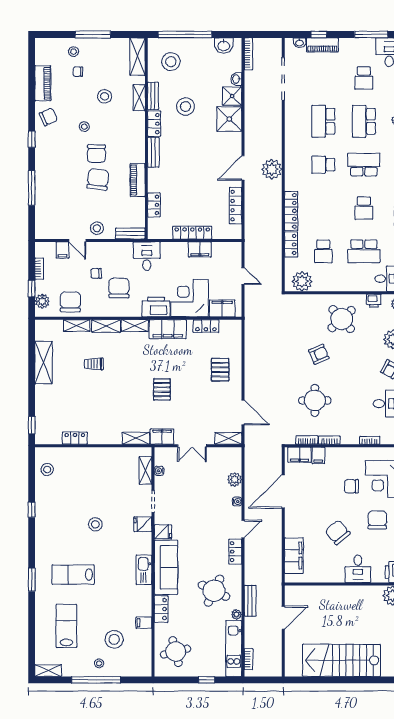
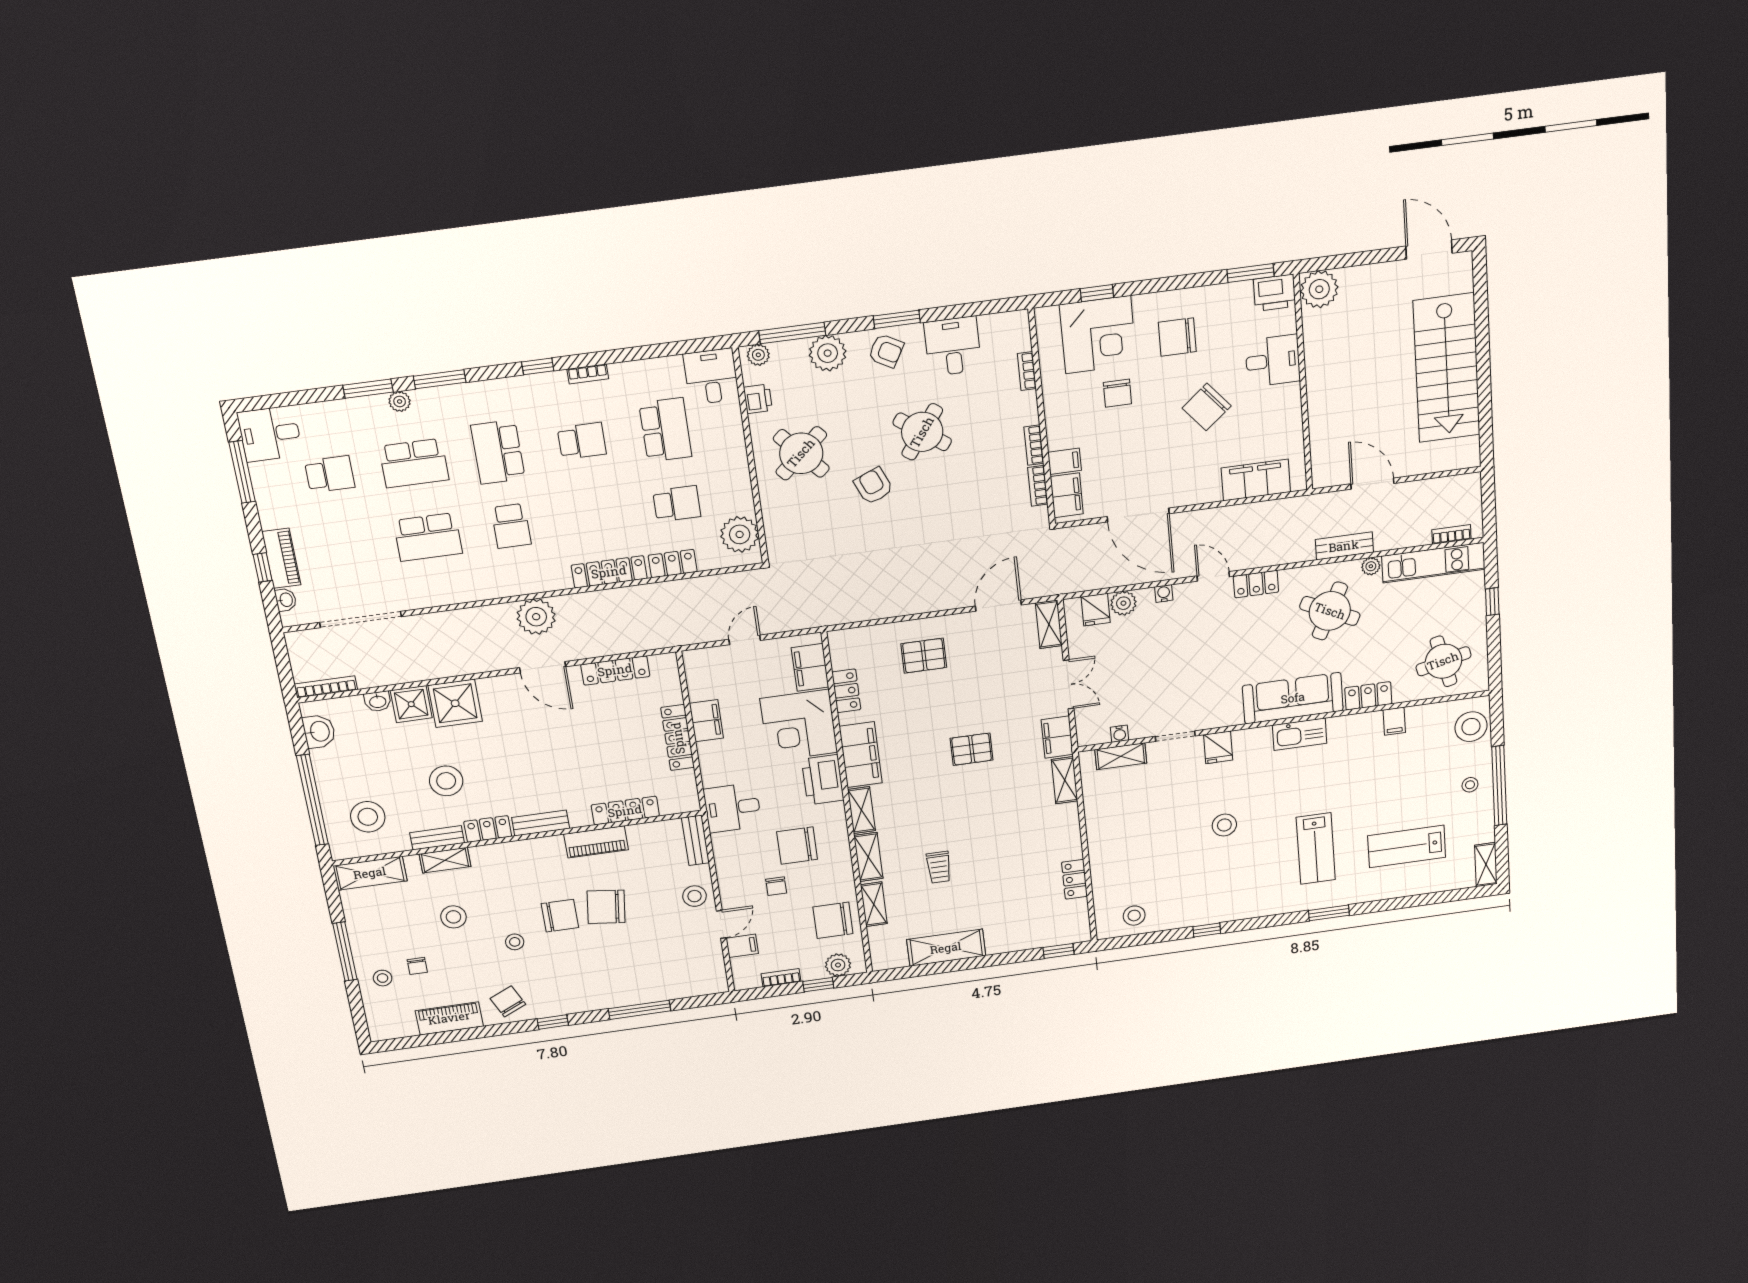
locker: (154, 205) -> (625, 811), width x1.53
round table: (315, 400) -> (922, 432), moved, turned 36
fridge: (163, 532) -> (1096, 610), moved, turned 180
stool: (114, 639) -> (1471, 727), moved

